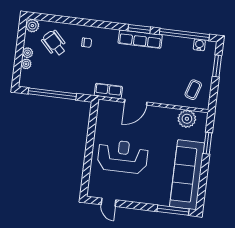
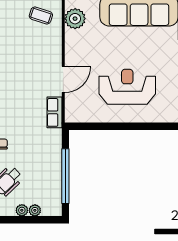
door: (136, 102) -> (63, 79), hinge flipped
reception desk: (123, 156) -> (127, 87), turned 90

